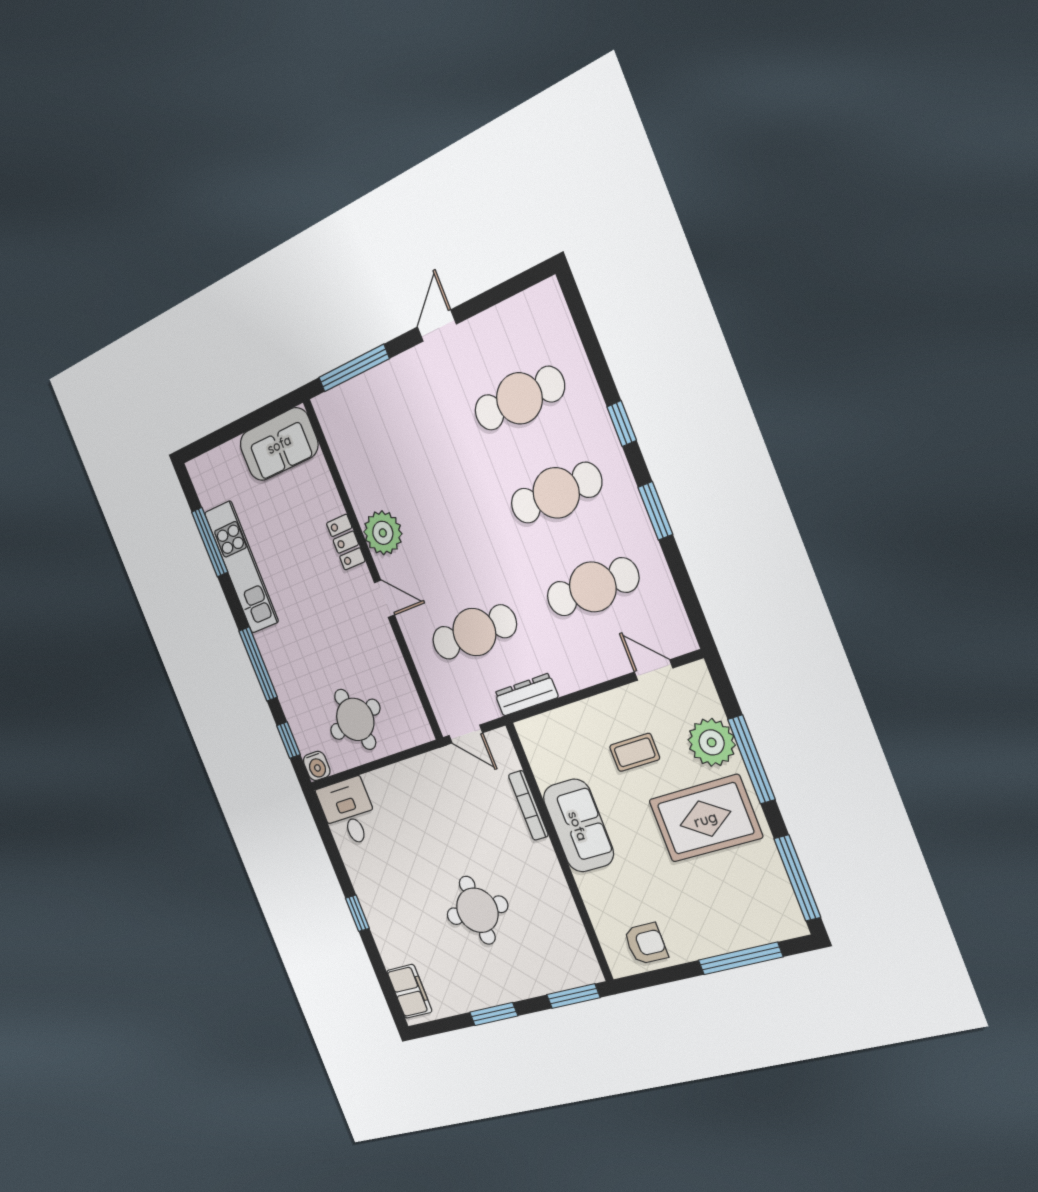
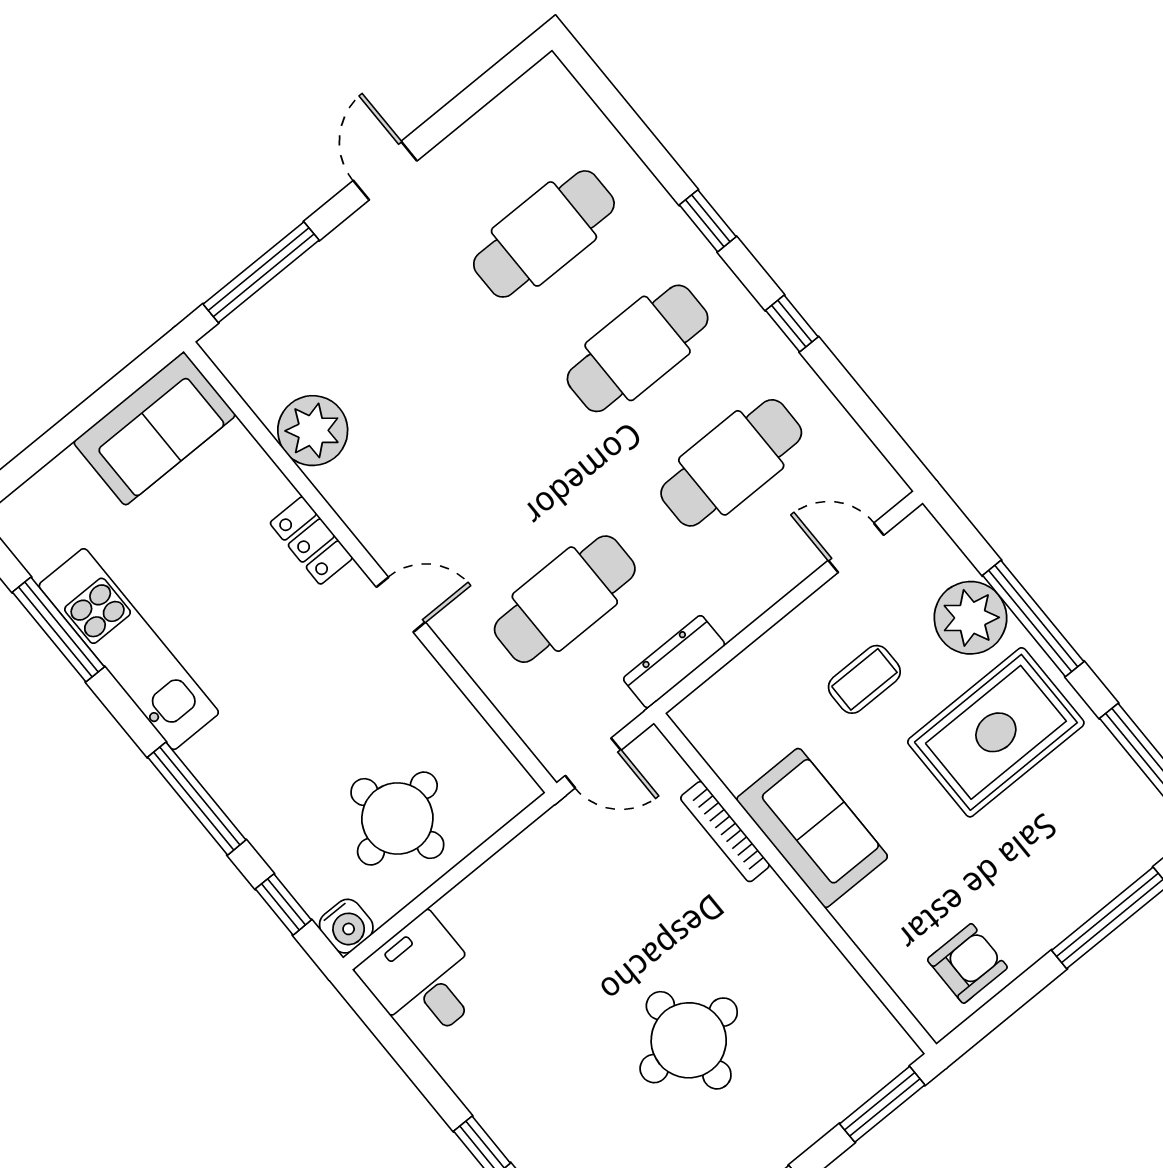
window: (655, 511) -> (792, 324), width x0.67
plant: (383, 533) -> (313, 431), moved

